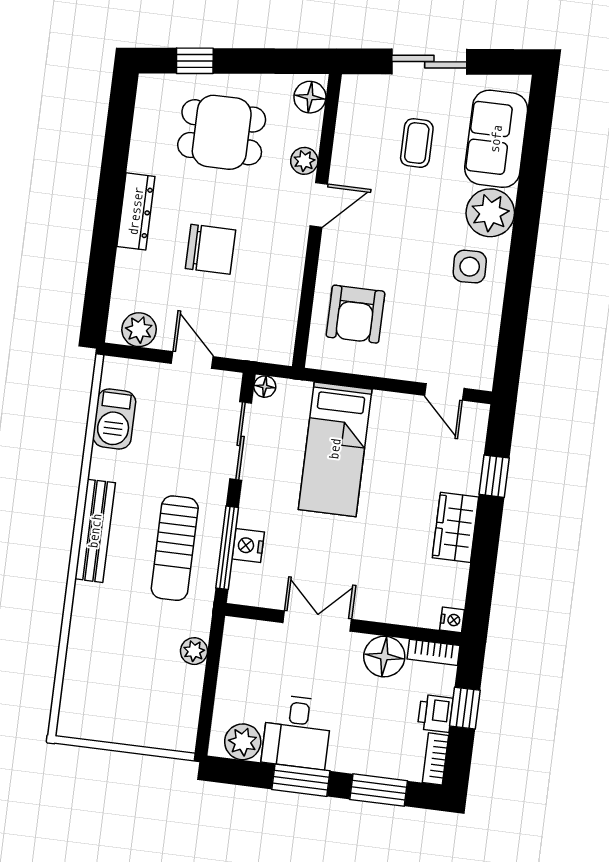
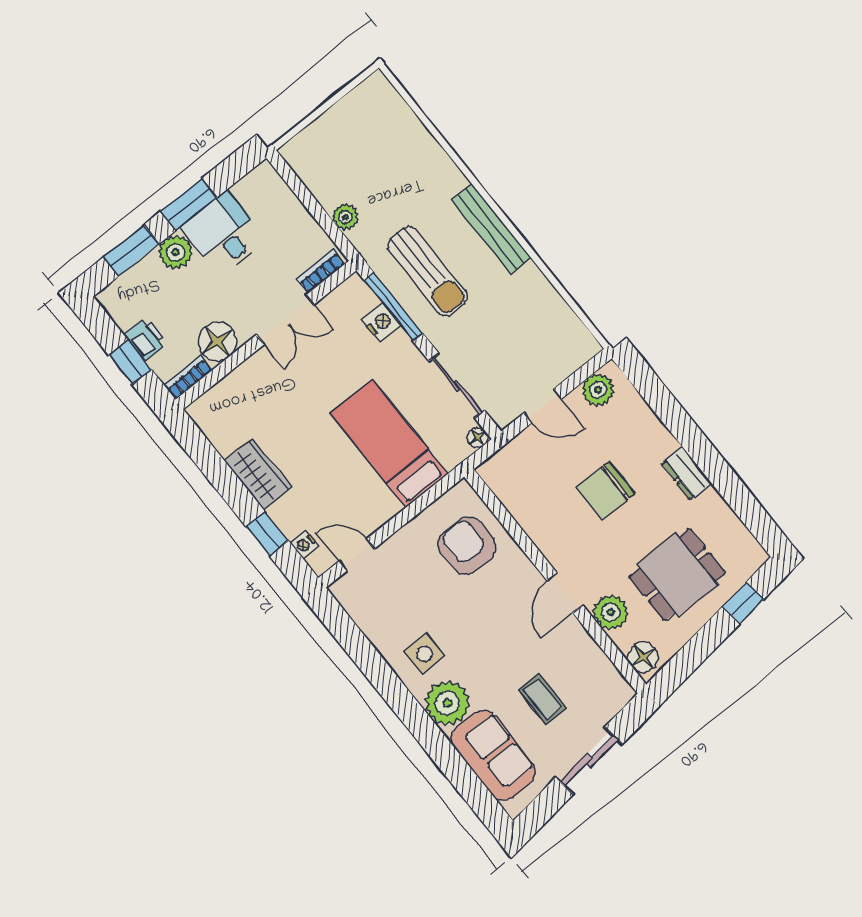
plant: (304, 161) -> (611, 612), width x1.38, depth x1.38
dresser: (136, 211) -> (686, 473), width x0.70
barbecue: (114, 419) -> (554, 315), removed
sun lounger: (175, 548) -> (427, 271), turned 180
nightstand: (452, 620) -> (304, 544), moved
plant: (243, 742) -> (175, 252), moved
bookcase: (435, 759) -> (321, 271), moved, turned -90

